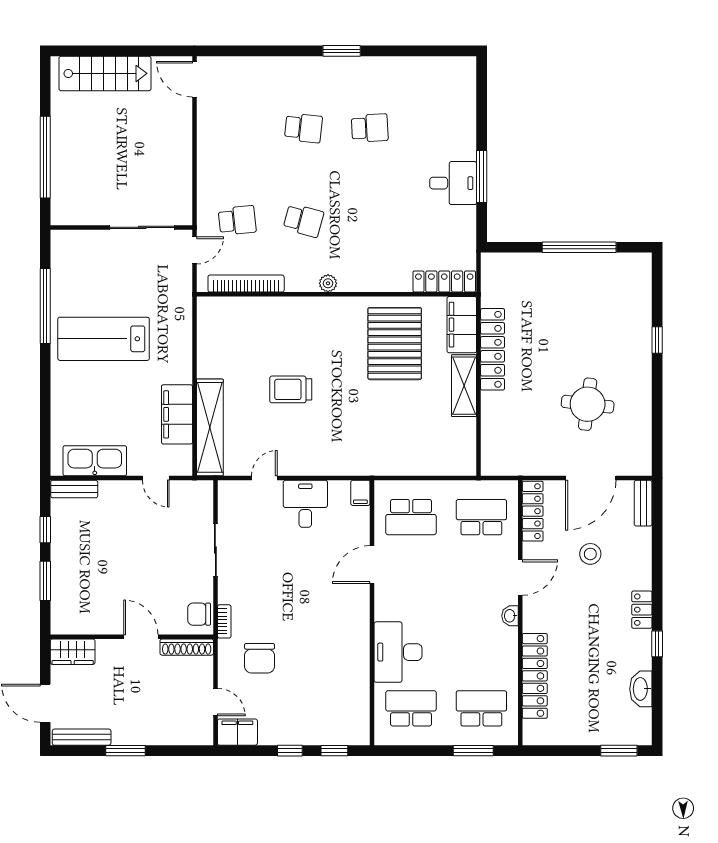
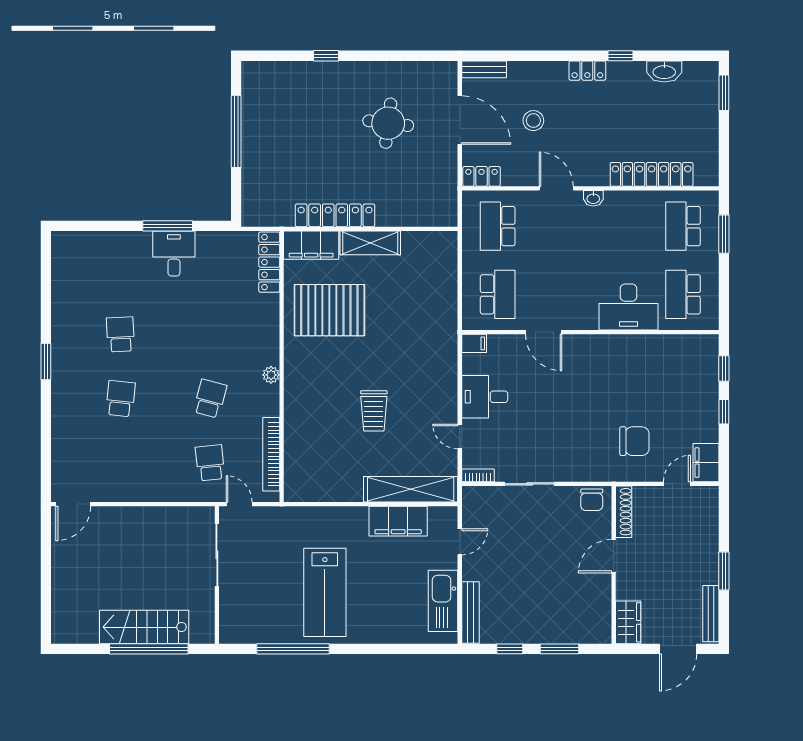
stairs: (105, 73) -> (144, 627), moved, turned -90
bench: (74, 489) -> (470, 613), width x1.36
locker: (533, 511) -> (482, 176), width x0.66
bookcase: (224, 621) -> (478, 475), moved

